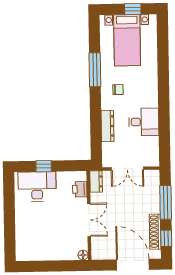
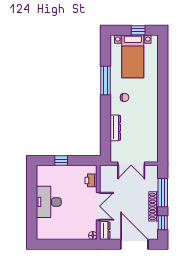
desk: (144, 122) -> (146, 125), removed
dresser: (96, 182) -> (105, 230), moved
desk: (37, 187) -> (49, 202), moved, turned -90
shoe rack: (155, 232) -> (154, 206), moved

